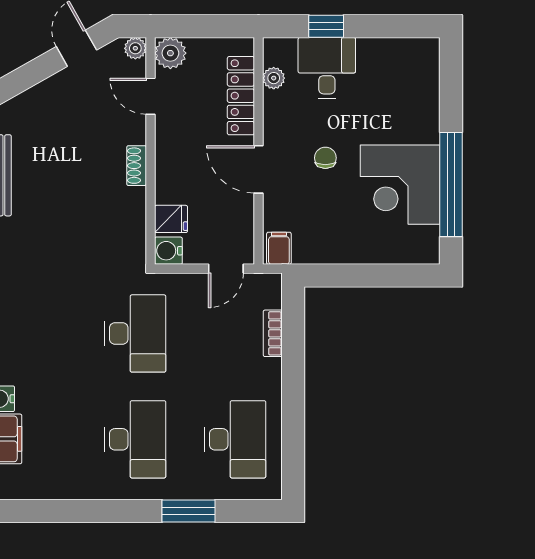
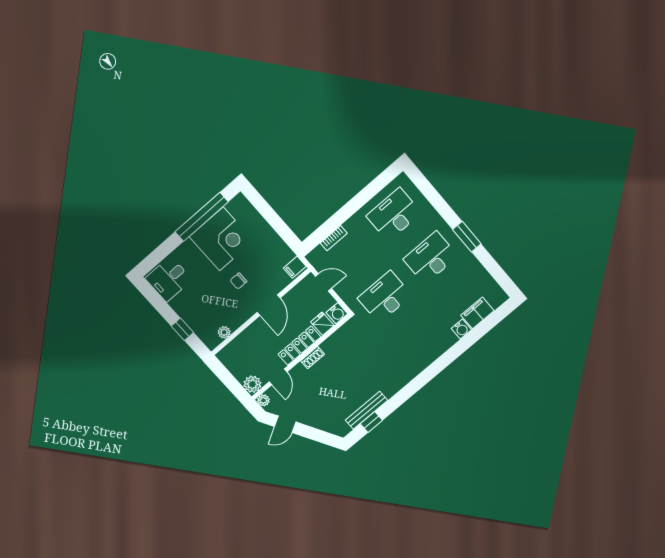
desk: (327, 68) -> (169, 279), moved
locker: (241, 96) -> (299, 346), moved, turned 180
window: (188, 511) -> (467, 237), moved

